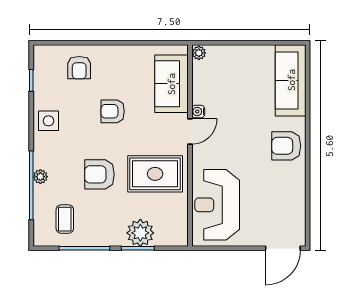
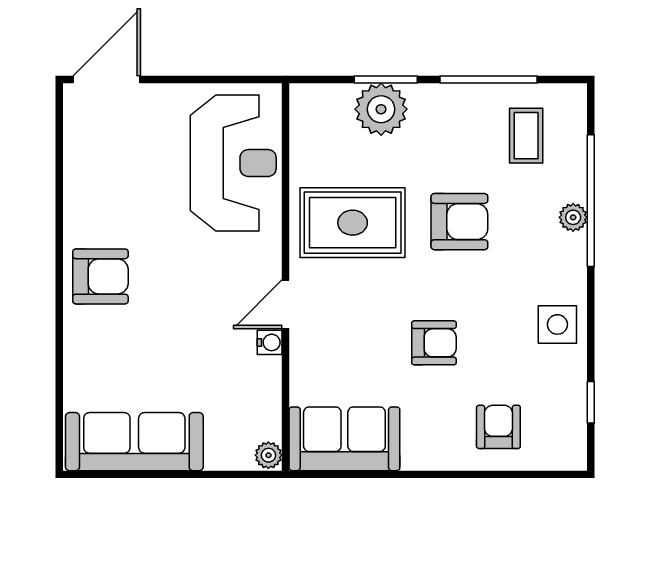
sofa: (291, 80) -> (134, 442), moved, turned -90
sofa: (171, 84) -> (344, 439), moved, turned -90

